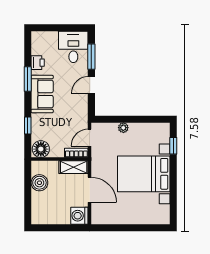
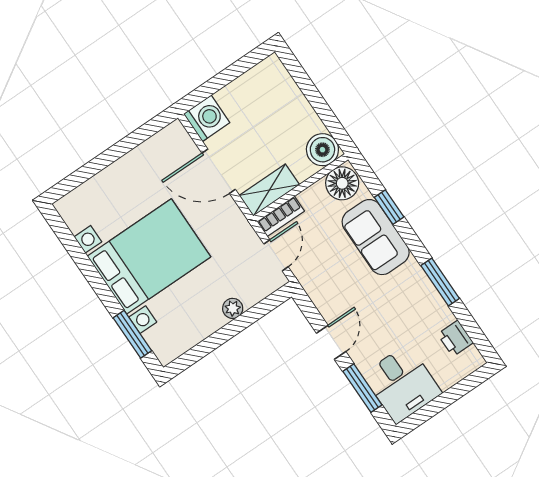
printer: (38, 63) -> (455, 338), moved
sofa: (42, 94) -> (376, 237), moved
window: (173, 146) -> (132, 334), width x1.50
boiler: (39, 183) -> (322, 150), moved

